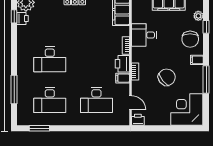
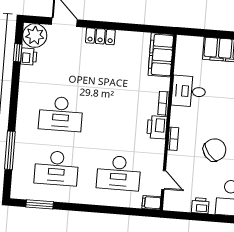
filing cabinet: (123, 78) -> (151, 203), moved
printer: (138, 120) -> (200, 206), moved

